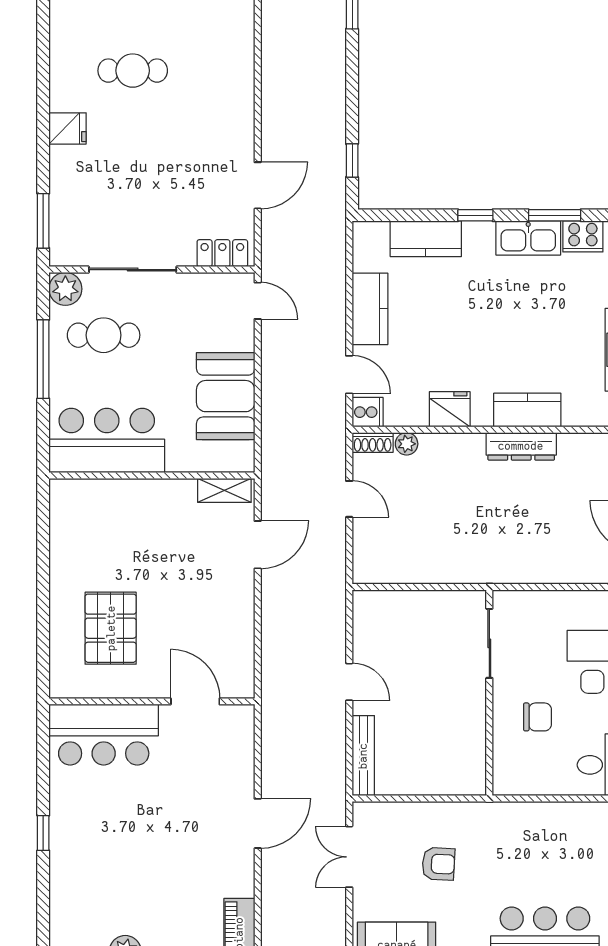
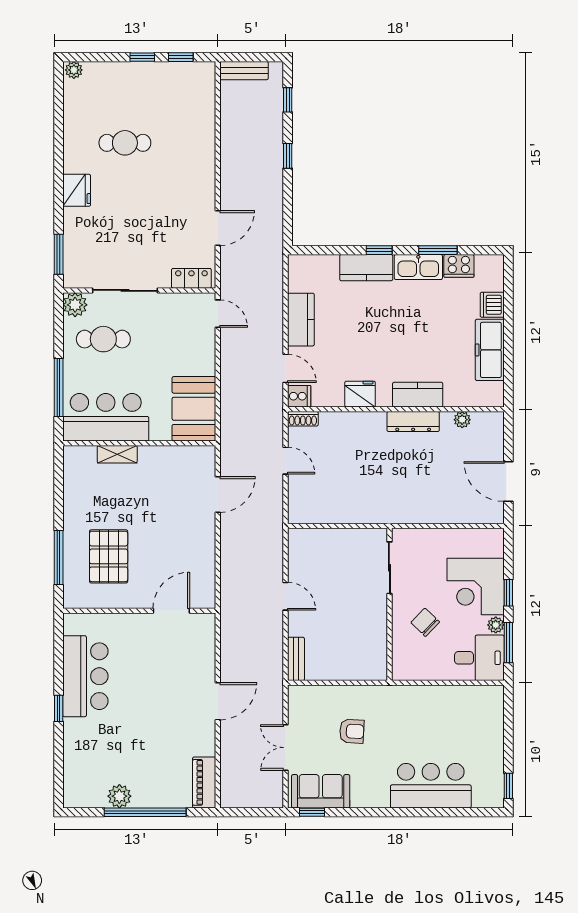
fridge: (68, 128) -> (77, 190), width x1.38
window: (352, 161) -> (288, 156), moved
kitchen counter: (426, 239) -> (366, 268), moved
window: (43, 359) -> (59, 387), moved
booth: (226, 396) -> (194, 409), moved
plant: (407, 444) -> (462, 420), moved
shelving: (224, 490) -> (117, 454), moved
window: (43, 629) -> (59, 557), added
door: (195, 701) -> (171, 611), hinge flipped
chair: (537, 717) -> (425, 622), turned -136
bar counter: (104, 735) -> (85, 676), moved, turned -90
bench: (363, 756) -> (296, 659), width x0.73
double door: (349, 857) -> (286, 748), moved

